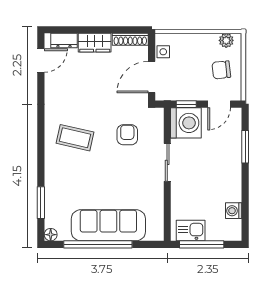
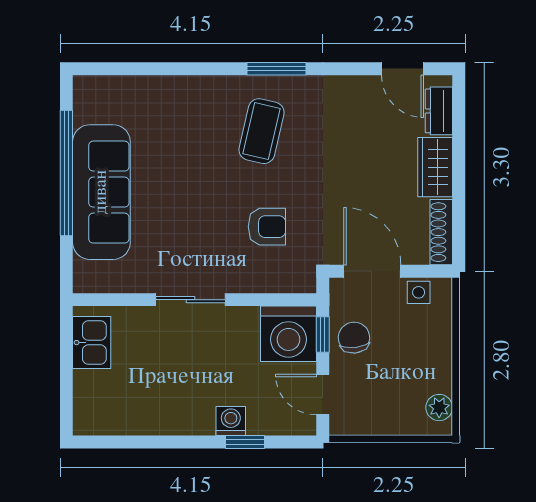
chair: (221, 70) -> (354, 338), moved
window: (245, 147) -> (245, 442), width x0.67
sliding door: (167, 162) -> (191, 300), moved
window: (41, 203) -> (276, 69), moved
washing machine: (234, 211) -> (231, 421), moved
floor lamp: (51, 235) -> (84, 87), removed
window: (202, 244) -> (66, 363), removed

